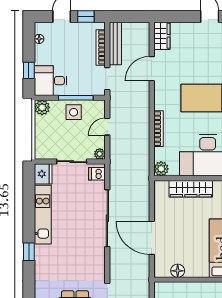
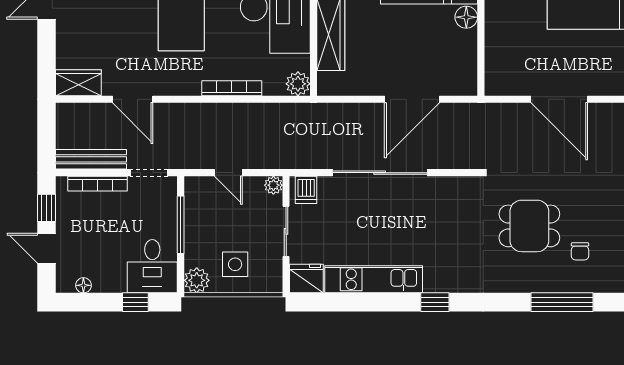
side table: (74, 112) -> (235, 264), moved
floor lamp: (178, 271) -> (466, 17), moved

